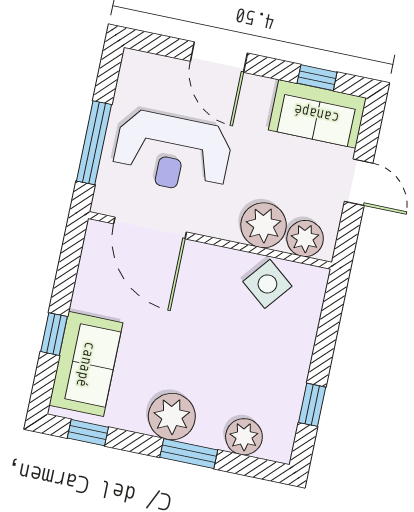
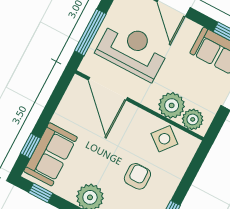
reception desk: (172, 152) -> (132, 50), turned 180
window: (54, 334) -> (30, 146), moved
armchair: (241, 359) -> (137, 176), added

